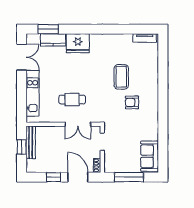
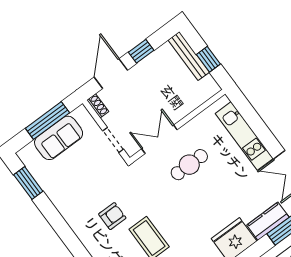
bench: (31, 142) -> (189, 56), moved
window: (163, 152) -> (28, 183), added
sofa: (150, 156) -> (59, 138), moved, turned 90
door: (78, 177) -> (111, 74), swing flipped

